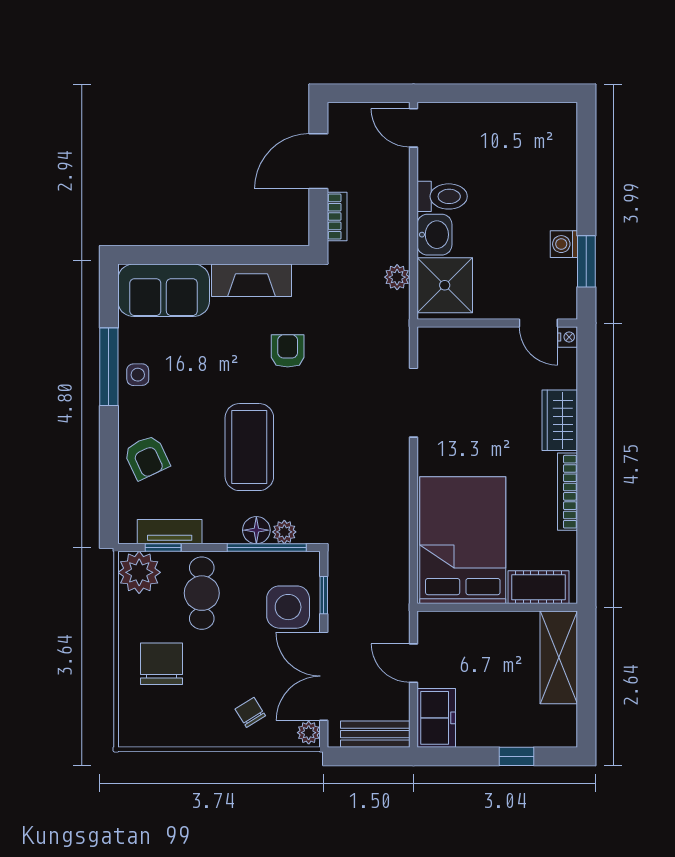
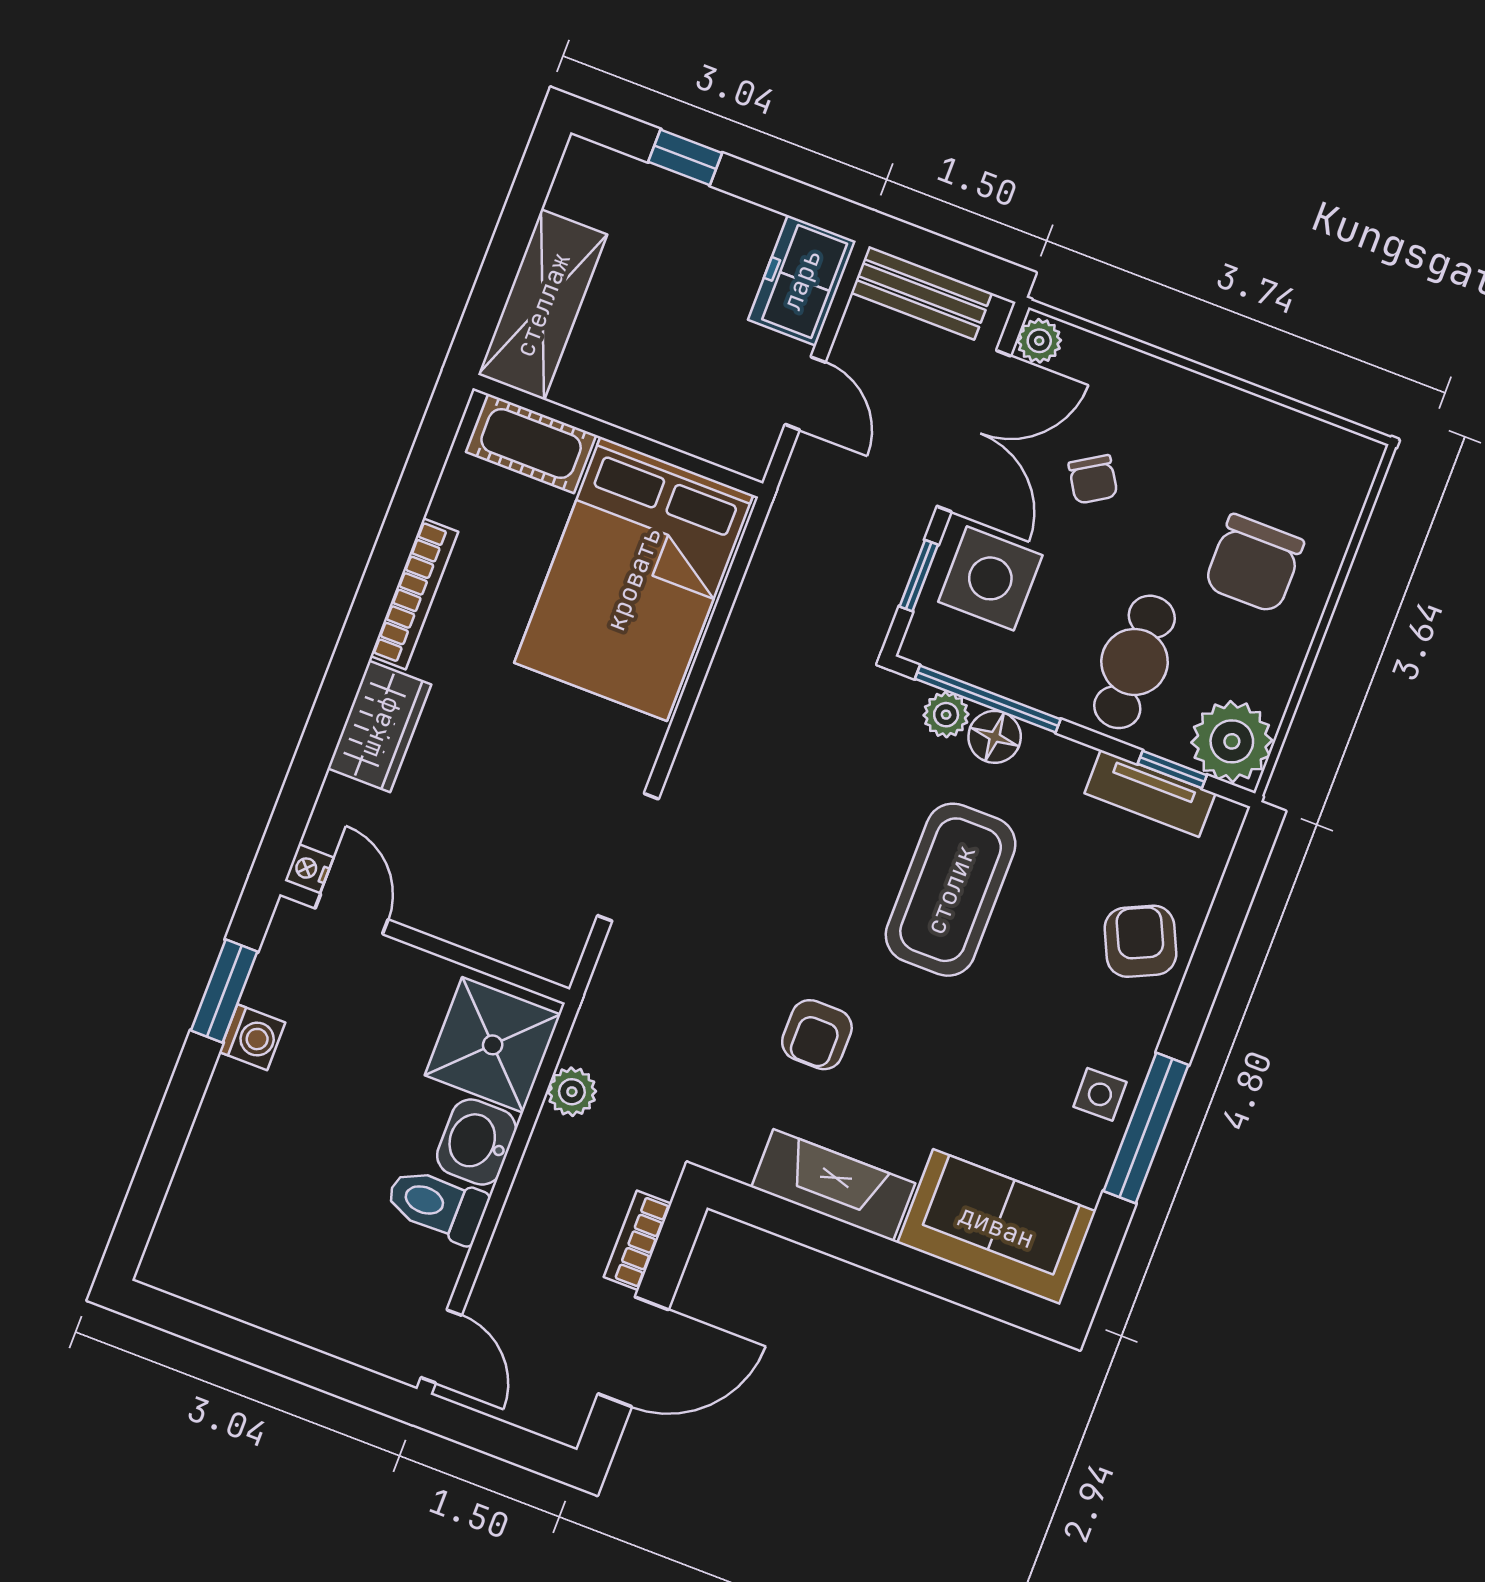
chair: (250, 712) -> (1093, 479), moved

